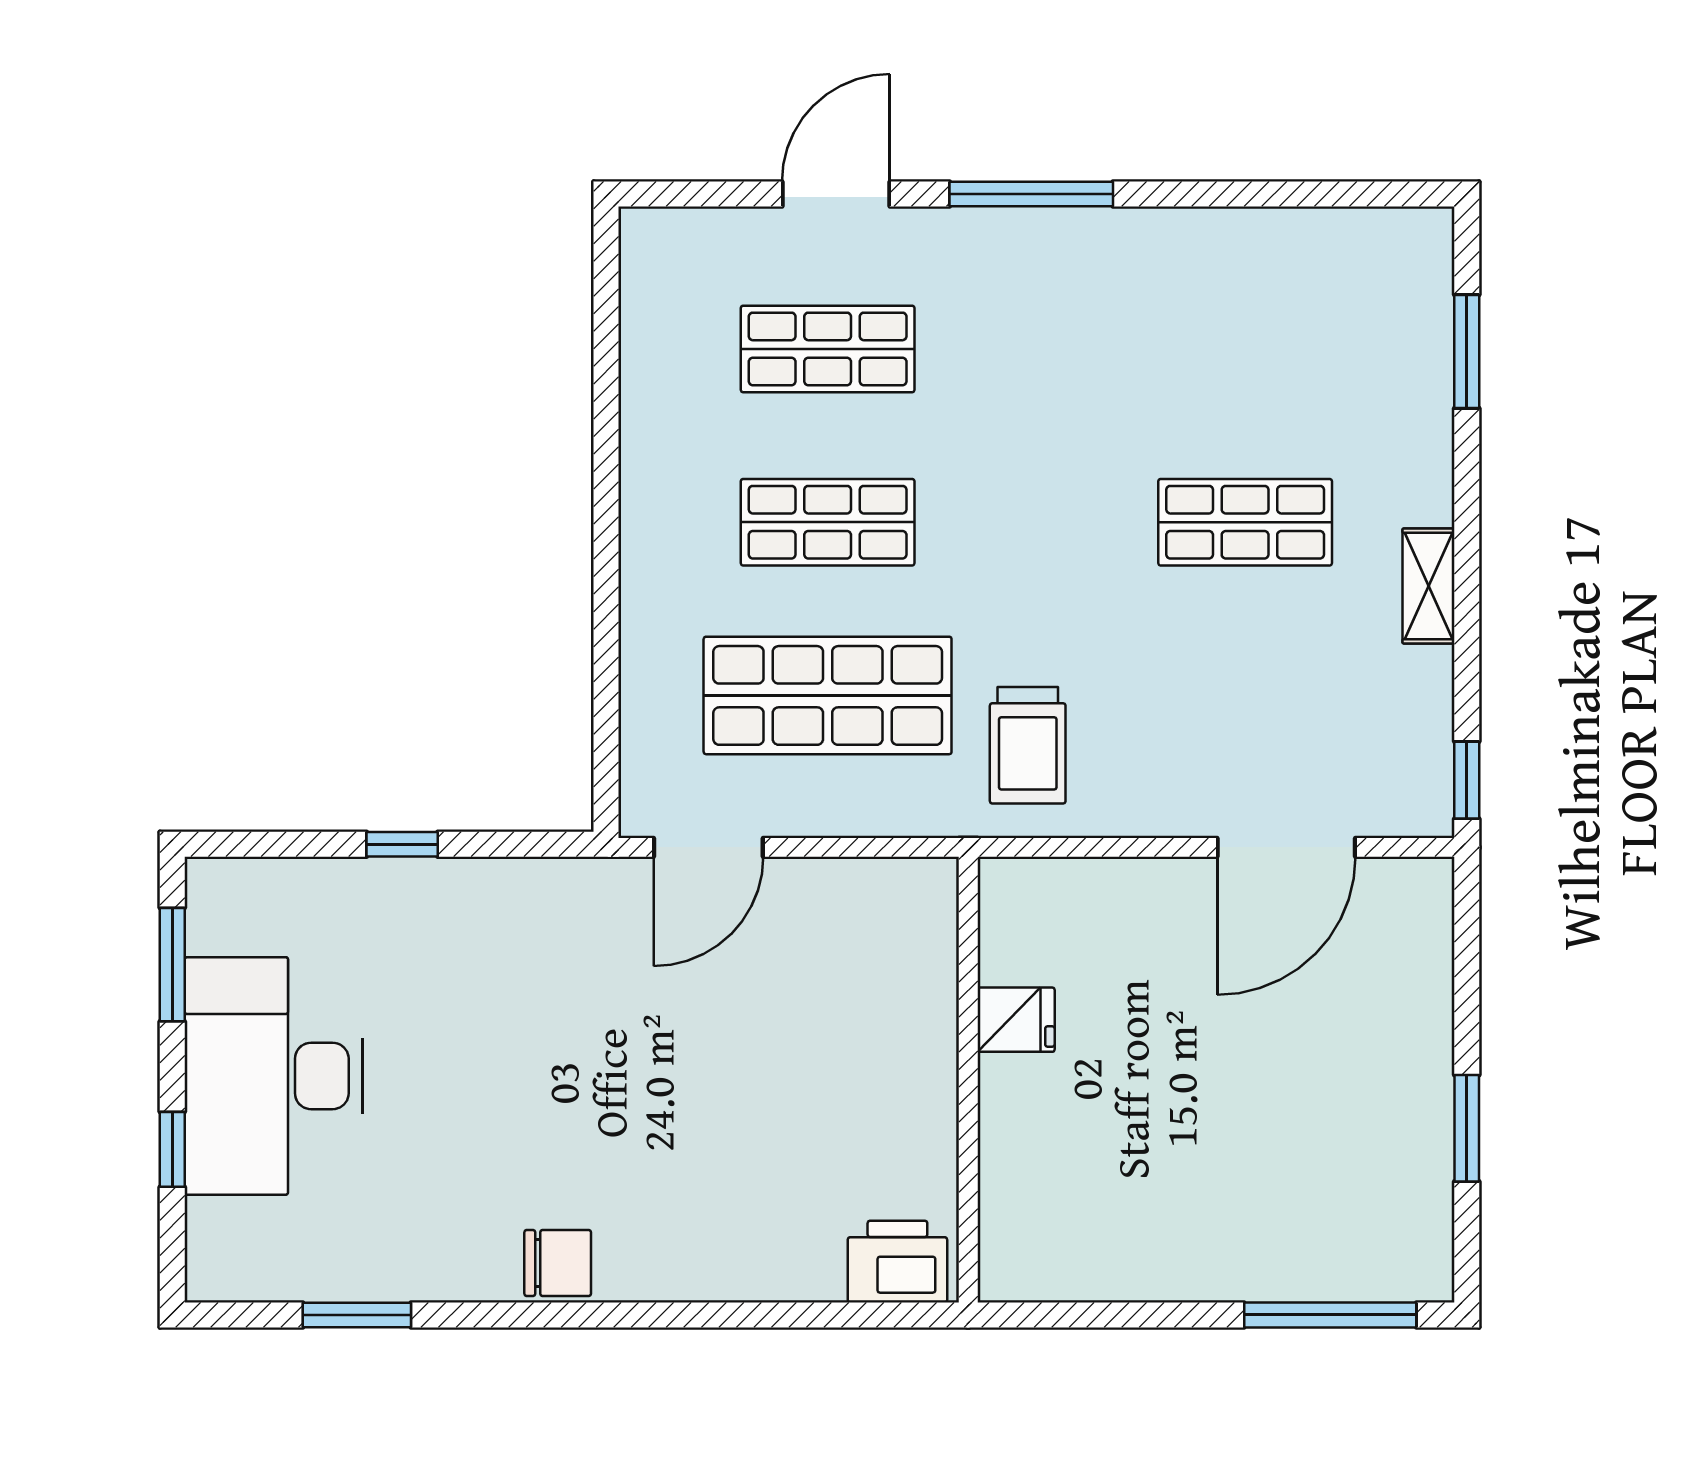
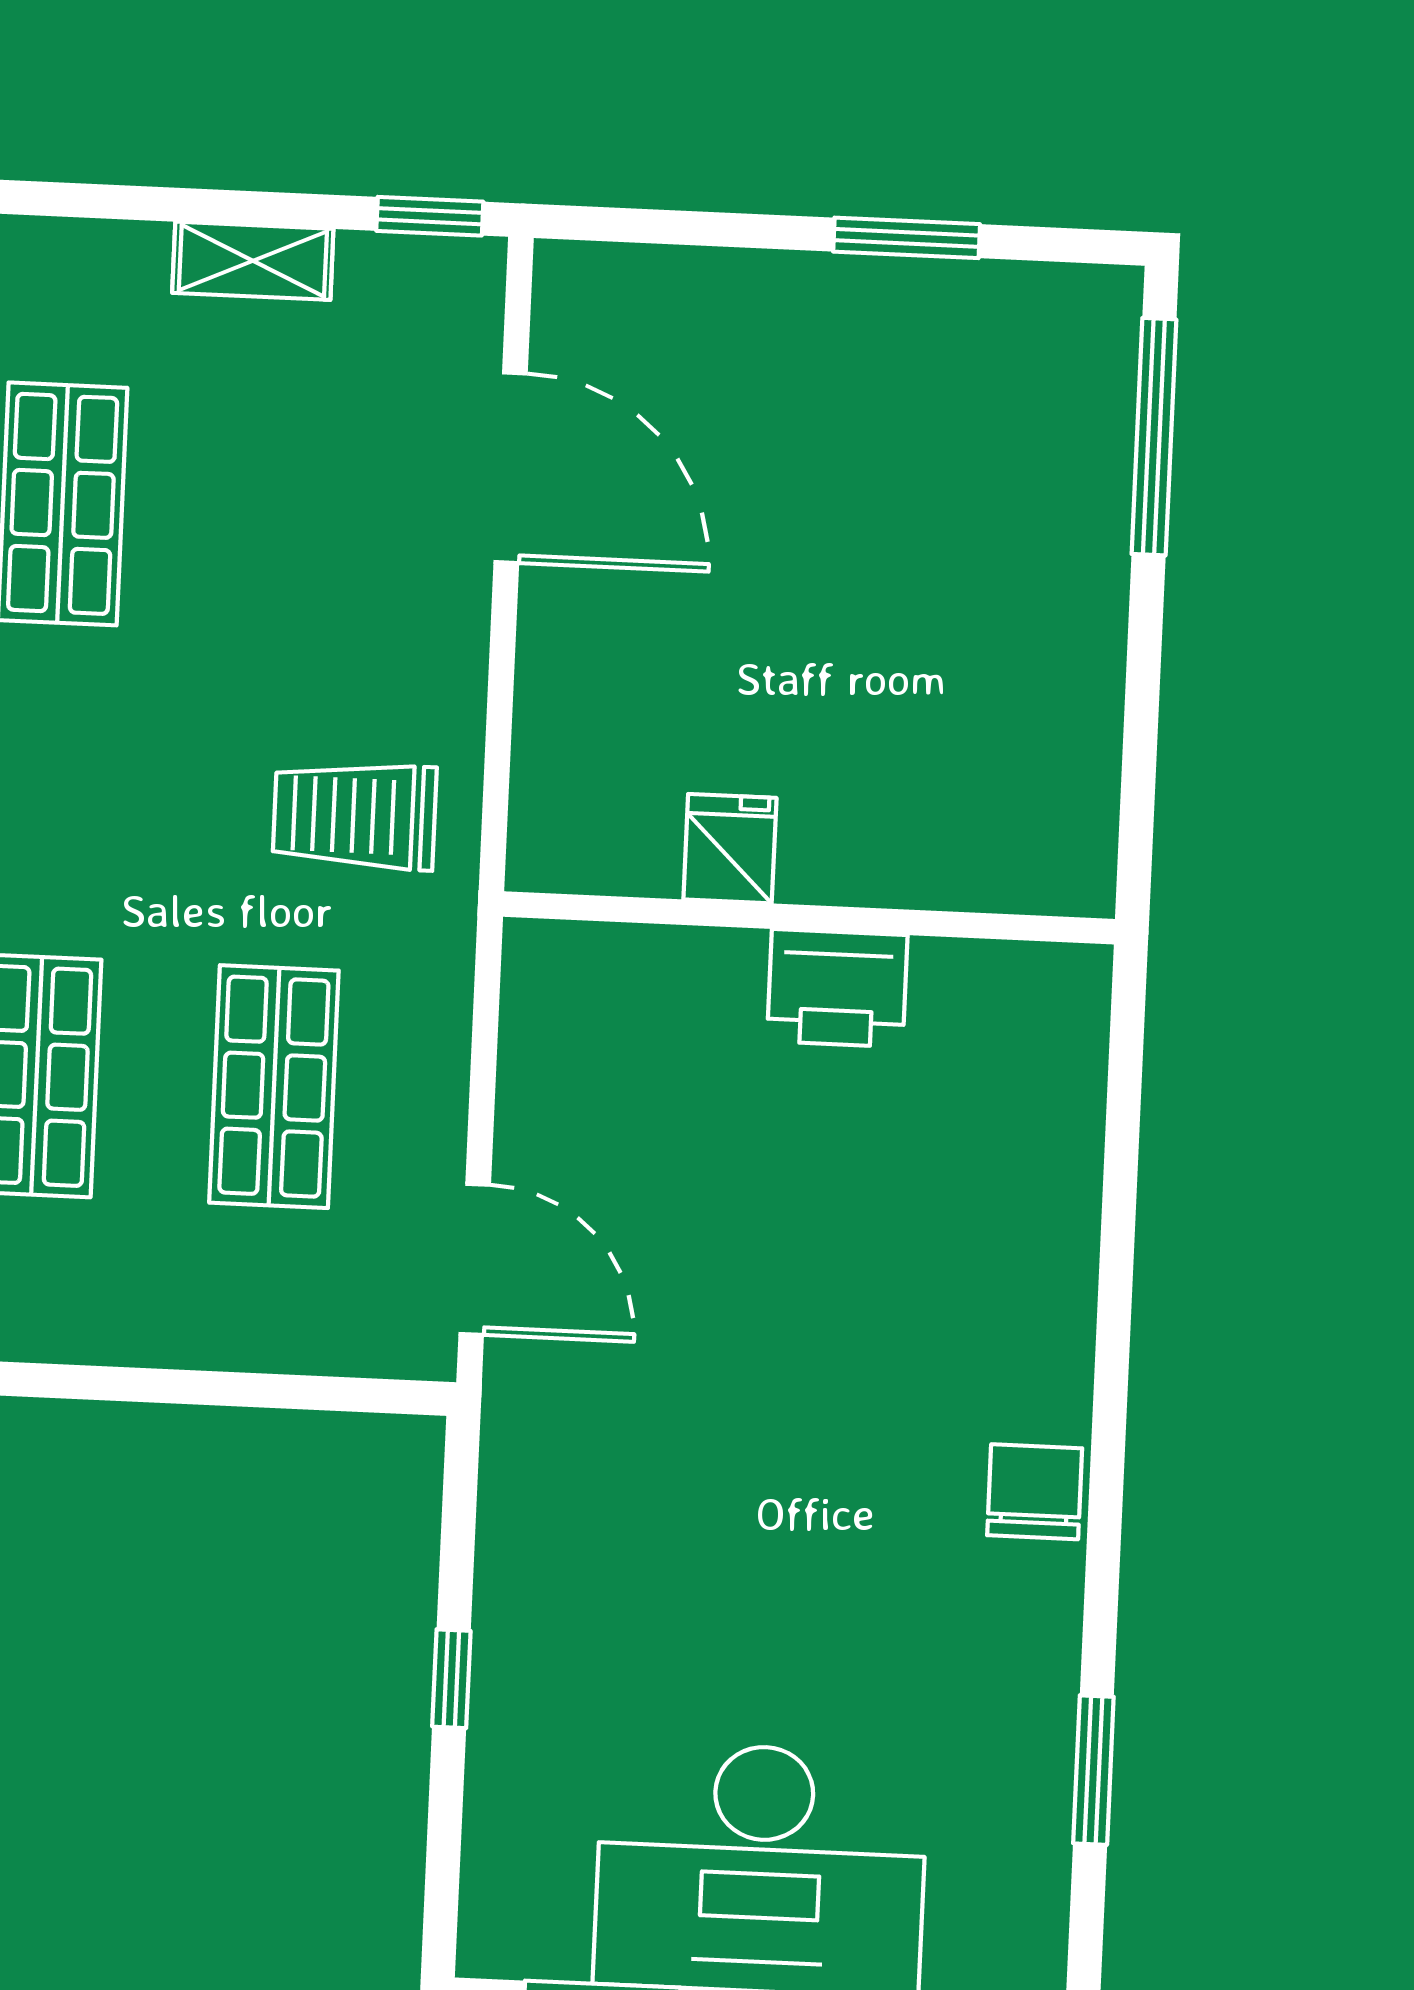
shelving: (1428, 586) -> (253, 261), moved
shop shelf: (828, 695) -> (274, 1087), width x0.70, depth x0.74
trolley: (1028, 745) -> (355, 816), turned 180
printer: (897, 1262) -> (837, 988), moved, turned -90

